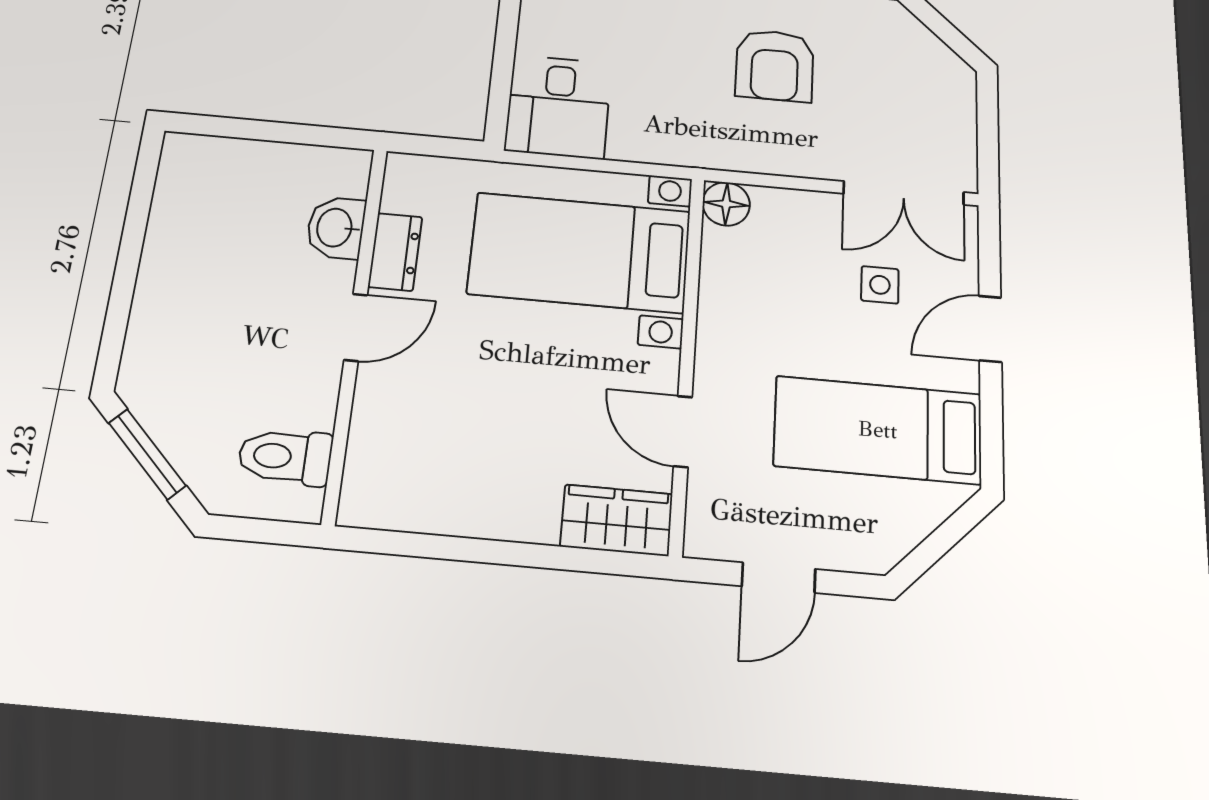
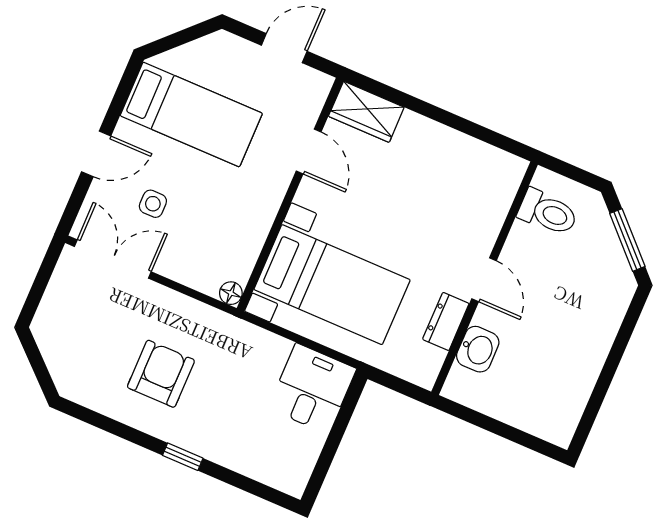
floor lamp: (726, 204) -> (231, 293), width x0.73, depth x0.73
door: (356, 327) -> (484, 280), swing flipped

